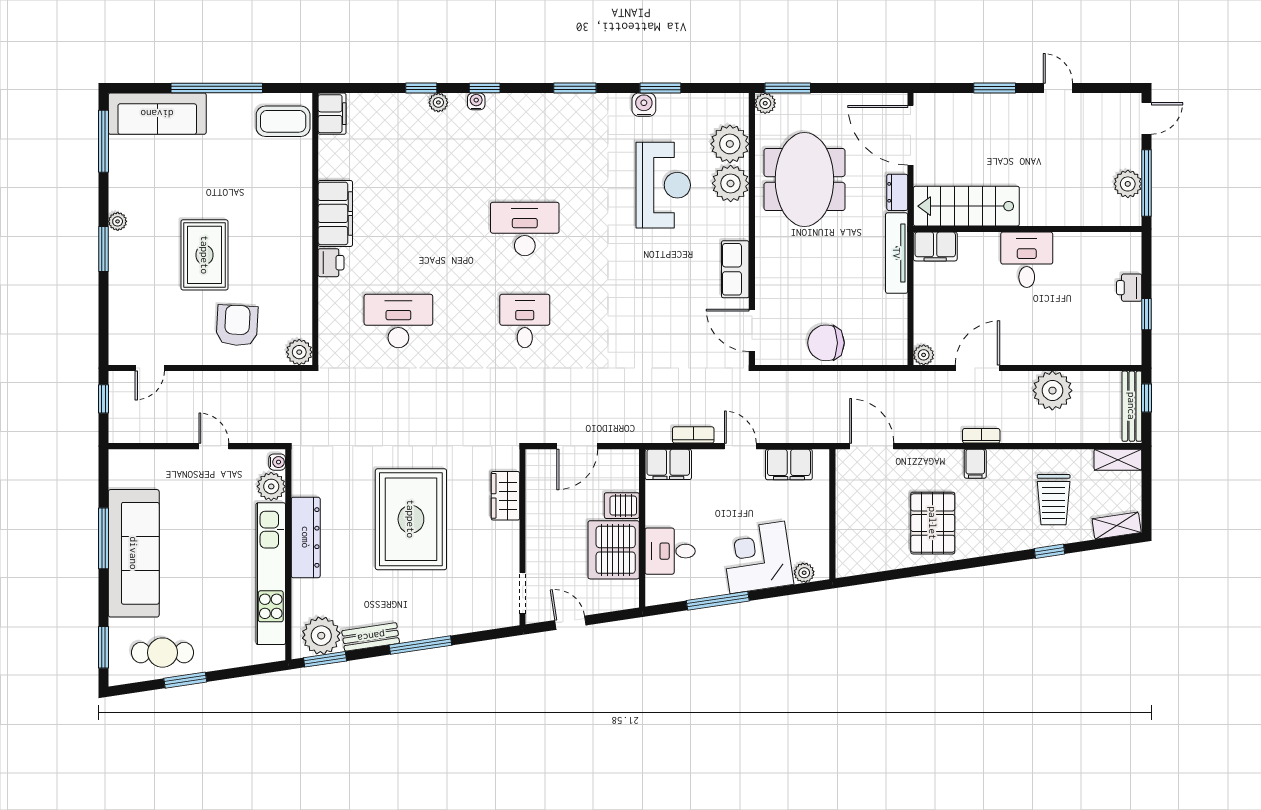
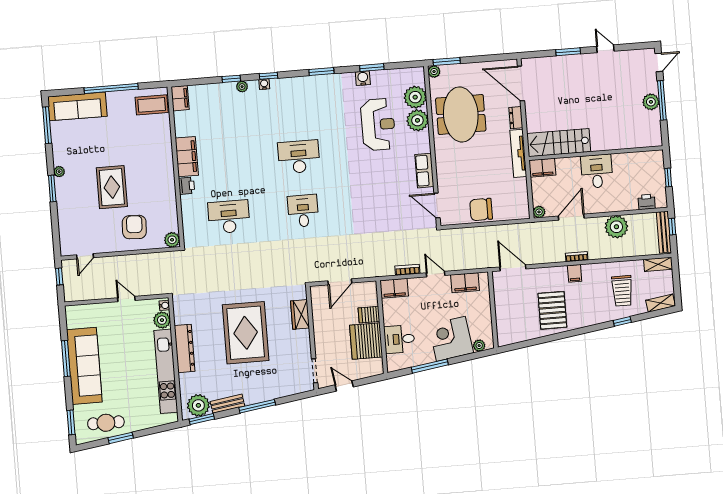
stairs: (966, 206) -> (559, 143), moved
wall: (1028, 229) -> (596, 153), moved
filing cabinet: (935, 246) -> (542, 168), moved
desk: (1027, 260) -> (597, 171), moved
printer: (1129, 288) -> (647, 202), moved, turned 90

